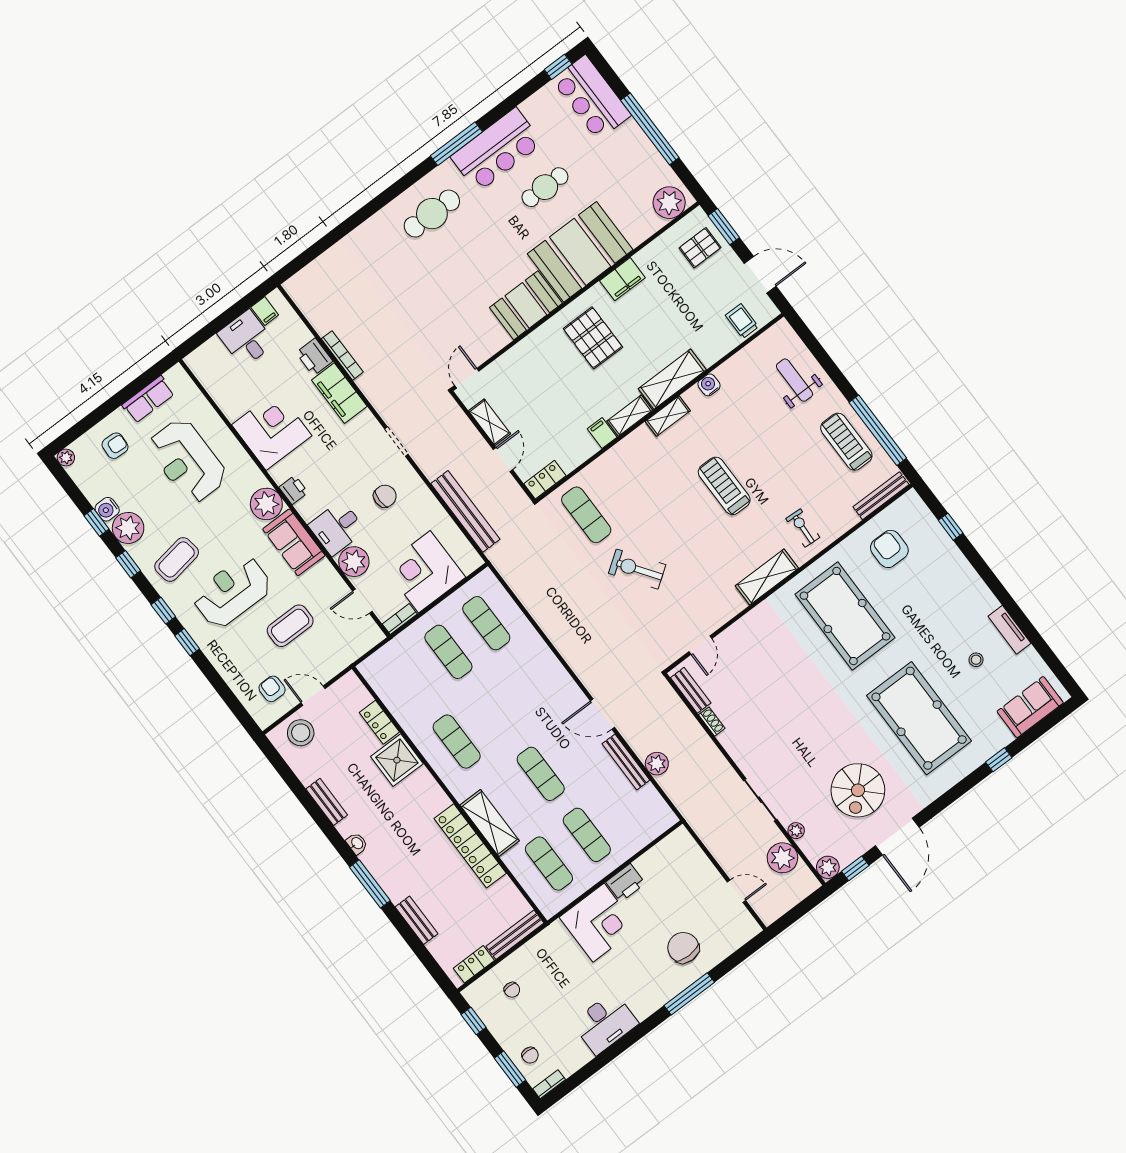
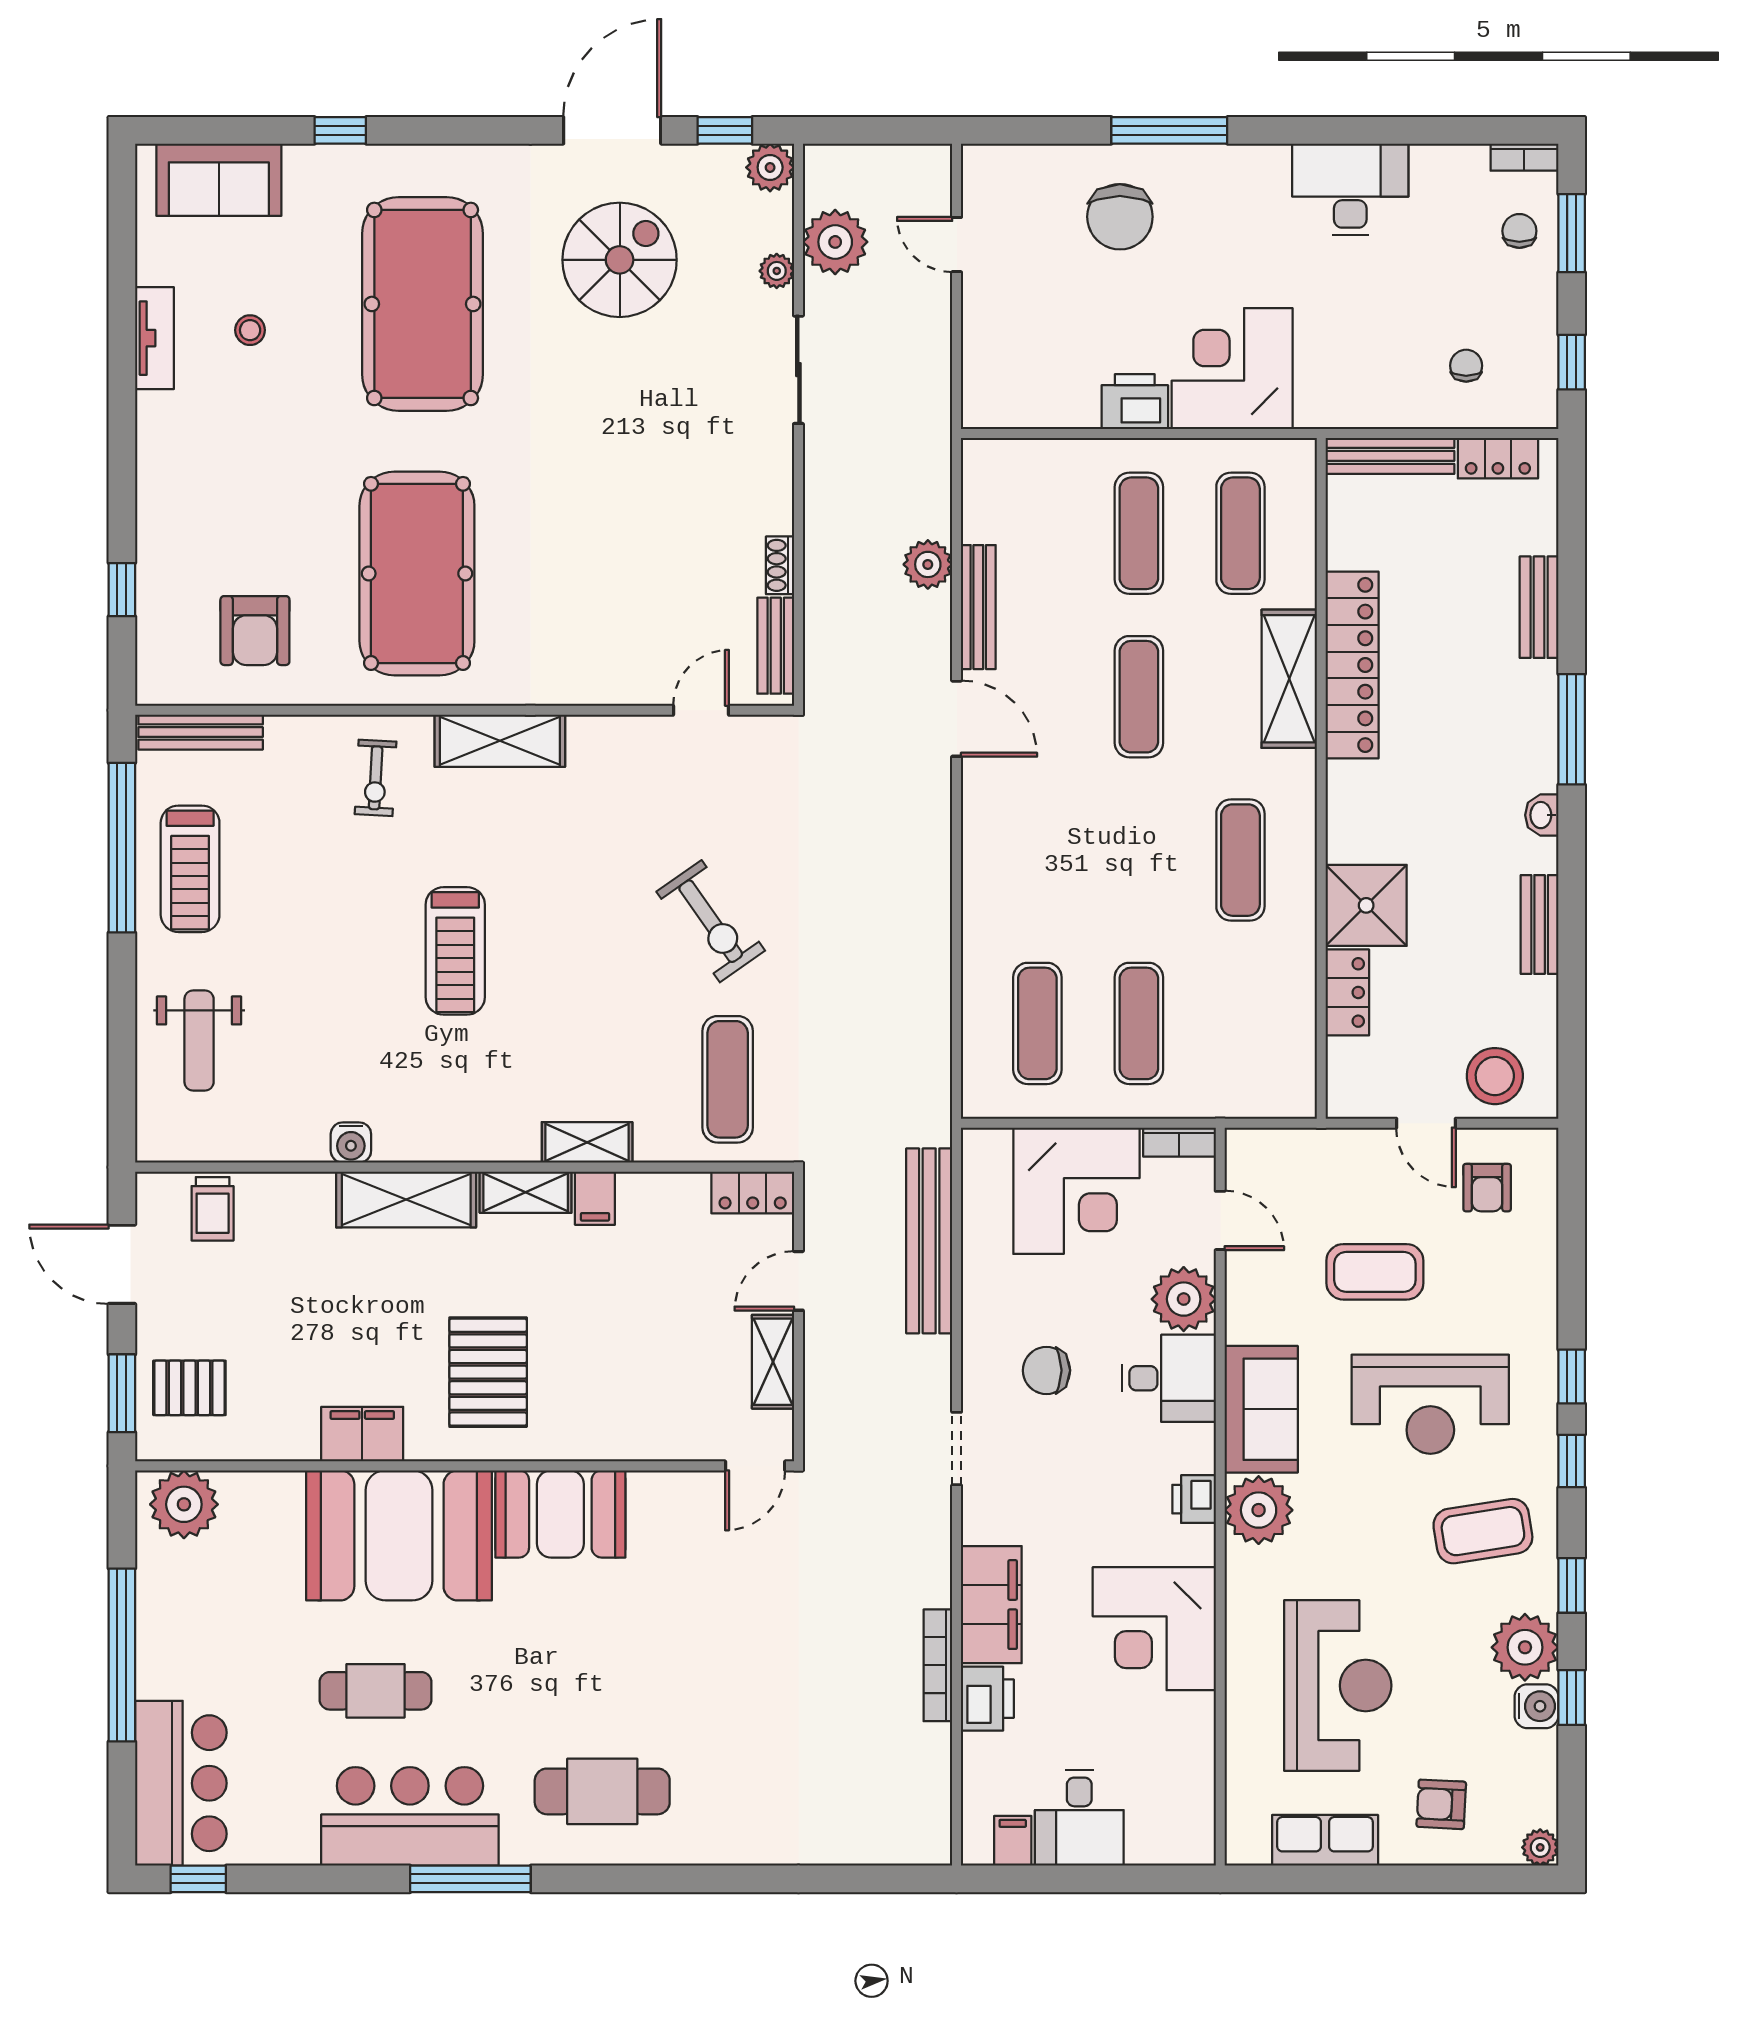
shelving: (668, 416) -> (587, 1142), moved

